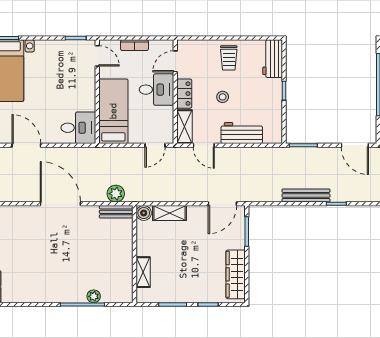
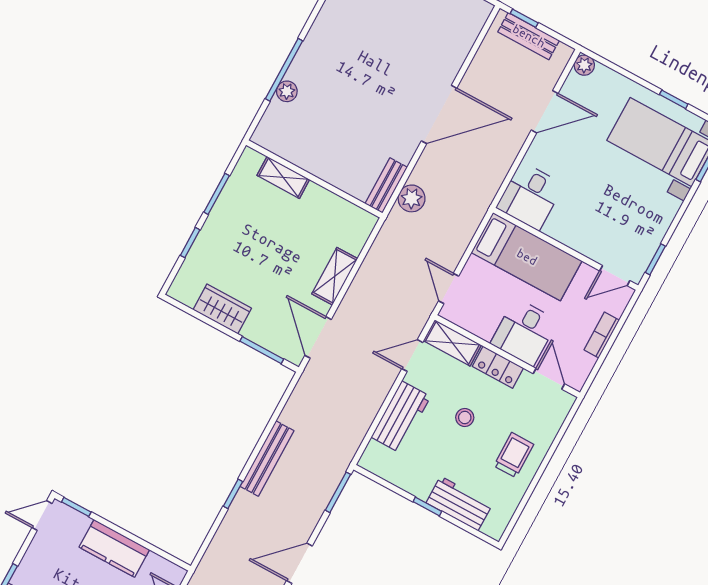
trolley: (229, 58) -> (514, 455), turned 90
workbench: (273, 59) -> (459, 504), moved
boiler: (144, 213) -> (364, 222), removed
shelving: (169, 213) -> (335, 276), moved
wardrobe: (236, 274) -> (222, 309), width x0.67

